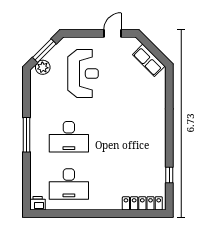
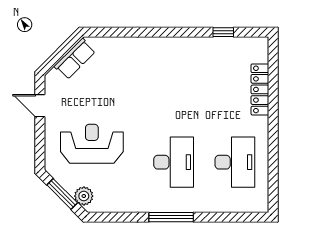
printer: (38, 203) -> (260, 203), removed
locker: (142, 203) -> (260, 89), moved

